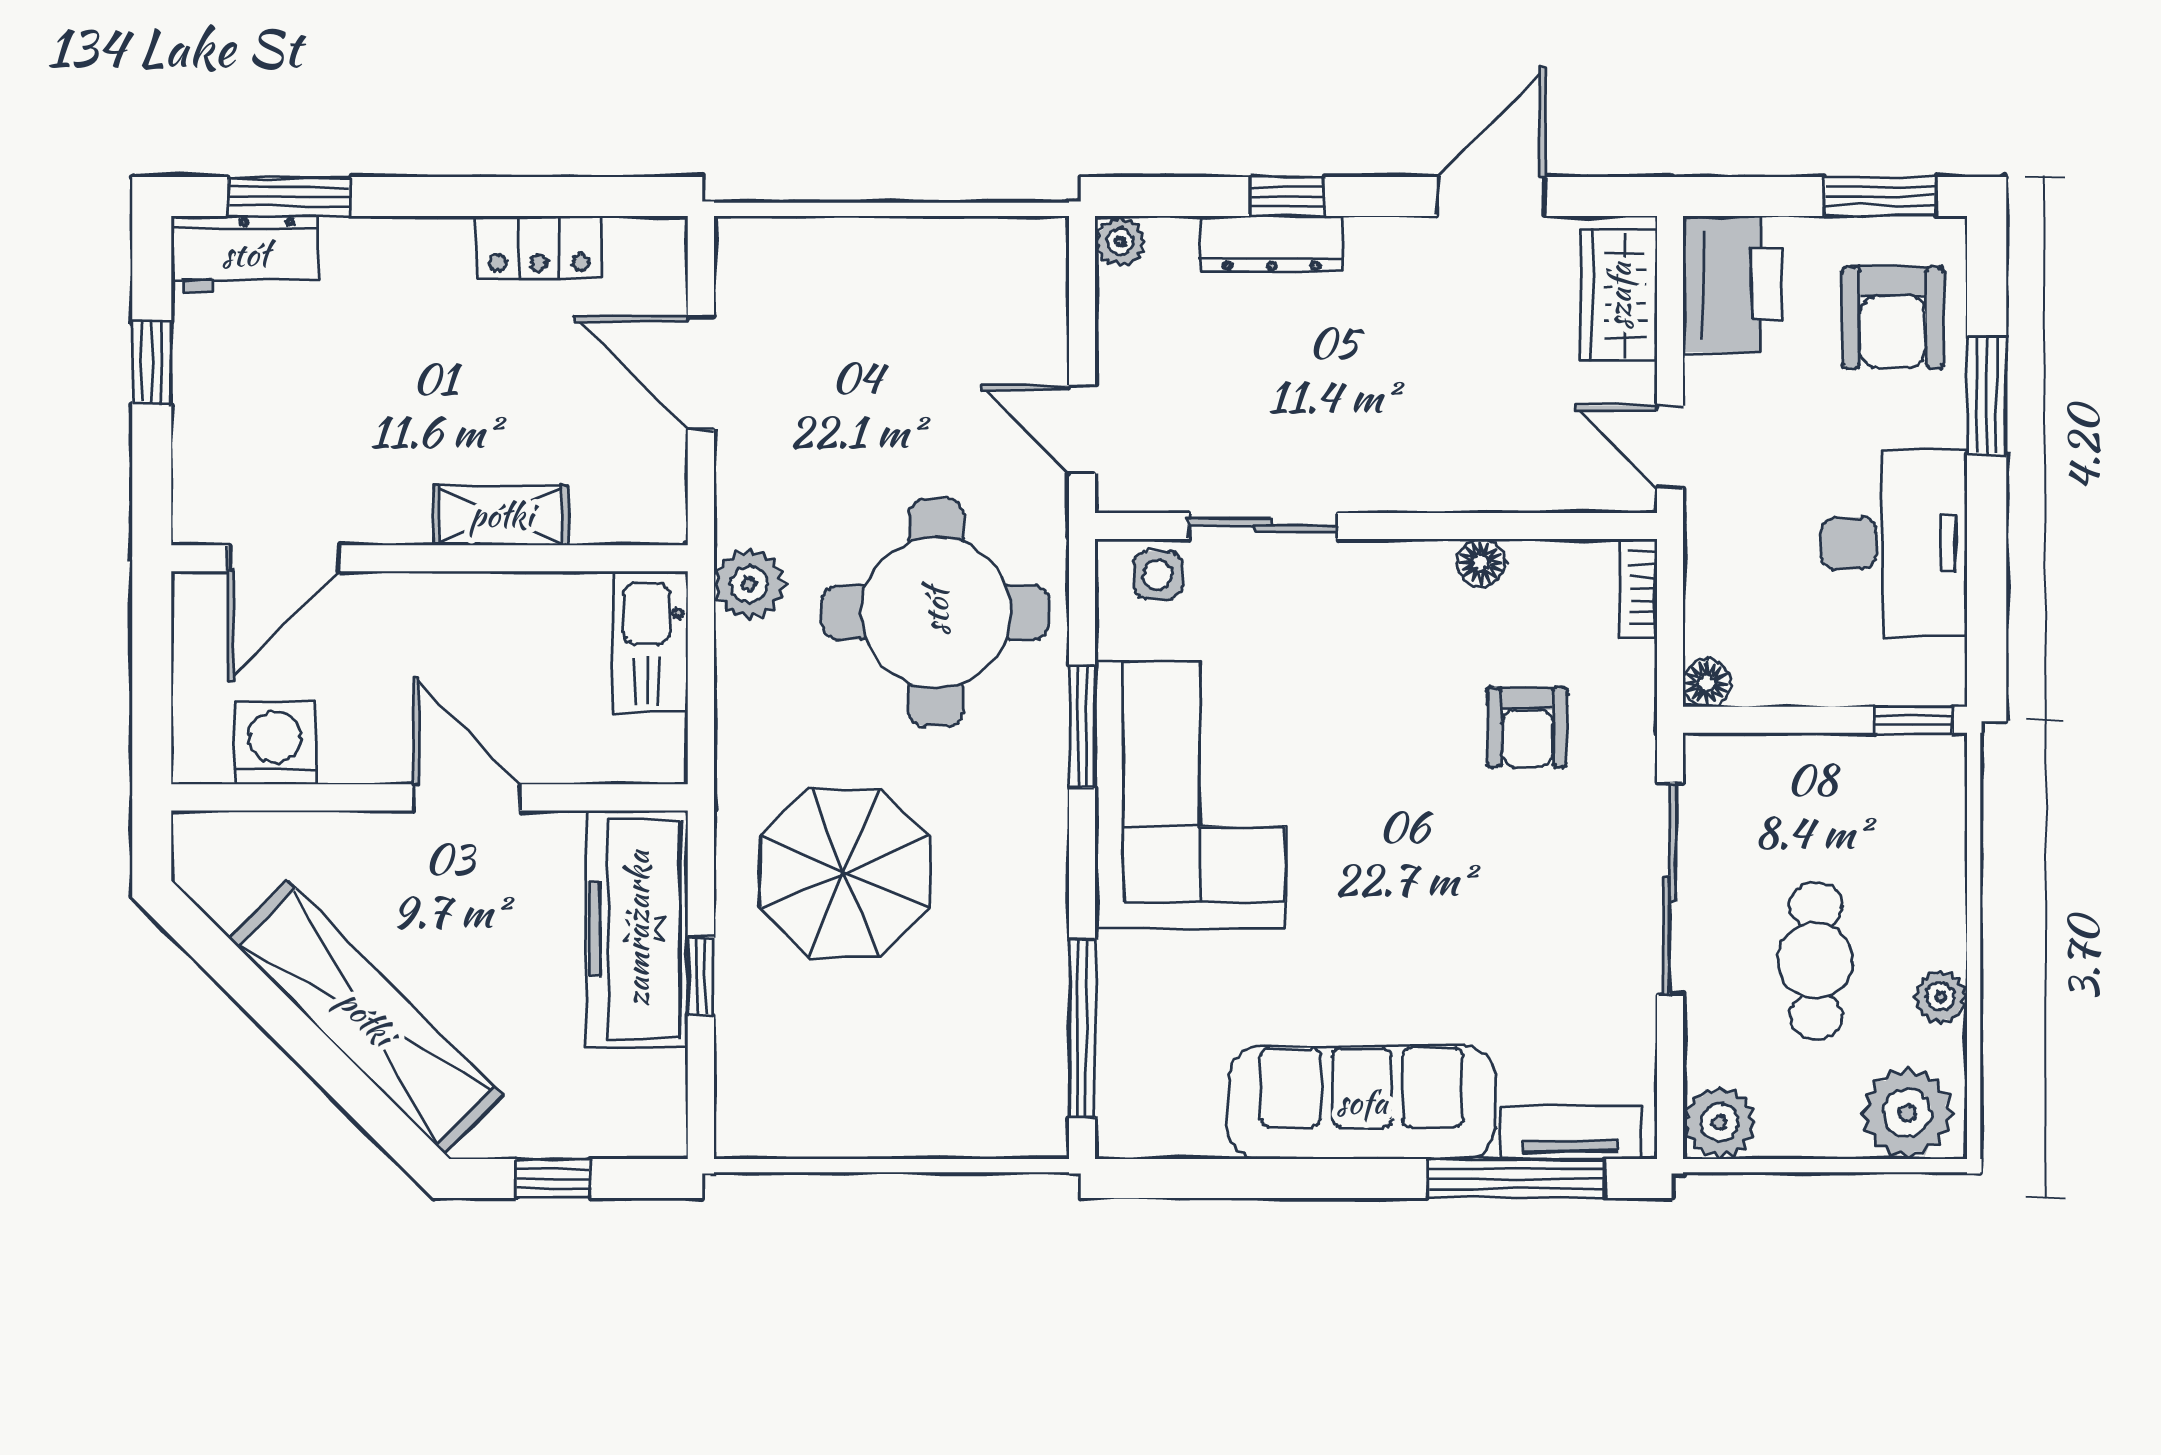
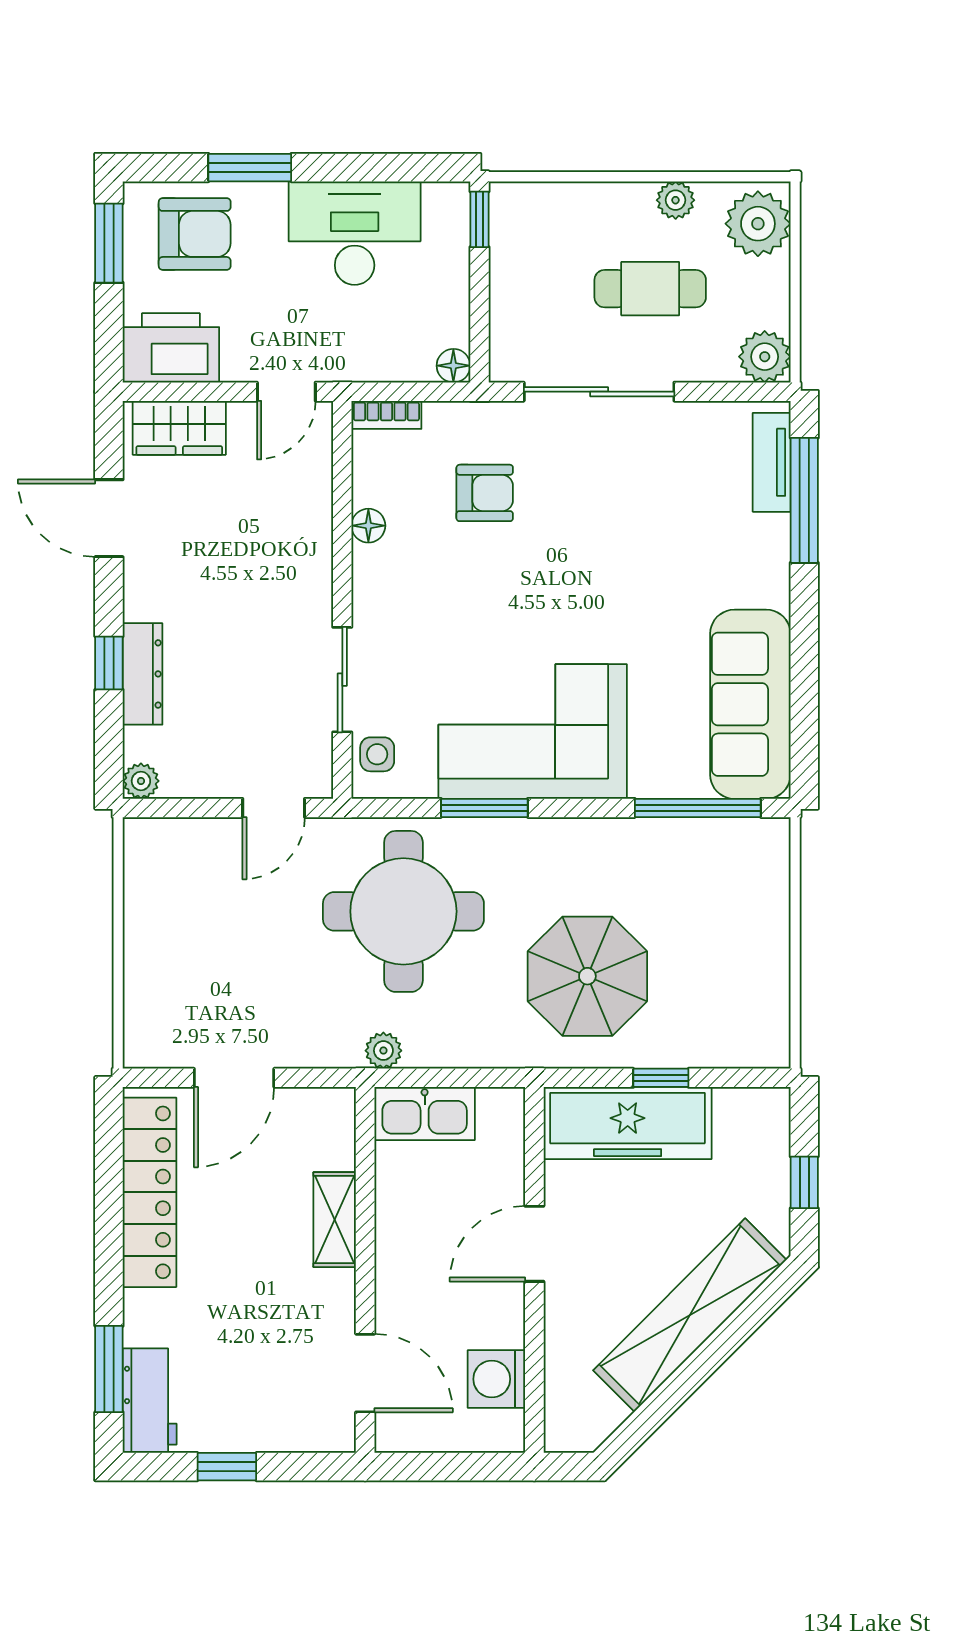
locker: (539, 247) -> (149, 1192), width x2.16, depth x1.21
plant: (749, 584) -> (383, 1051), width x0.73, depth x0.73
sofa: (1362, 1102) -> (750, 704), moved

